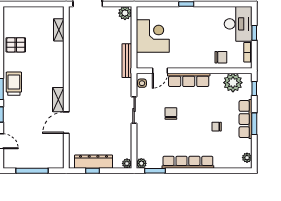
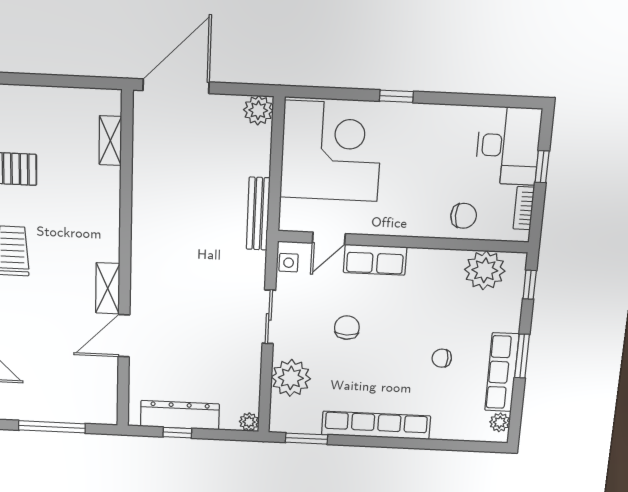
corner desk: (153, 36) -> (331, 151), width x1.36, depth x1.36
row of seats: (189, 80) -> (375, 260), width x0.68
row of seats: (246, 119) -> (502, 372), moved
plant: (141, 163) -> (291, 378), moved, width x1.87, depth x1.87

